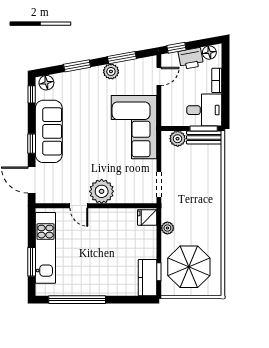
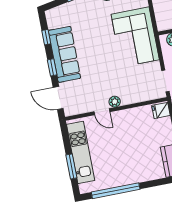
floor lamp: (46, 83) -> (55, 14), removed
window: (32, 94) -> (46, 37), moved
plant: (102, 191) -> (115, 102), width x0.53, depth x0.53

